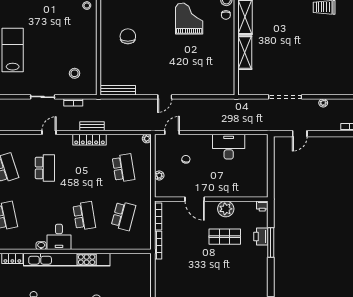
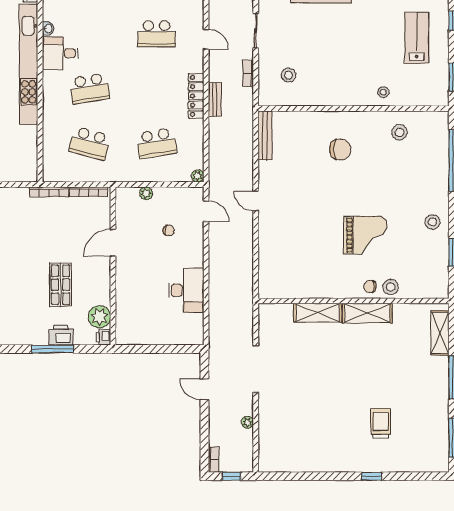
plant: (226, 209) -> (99, 317), moved

